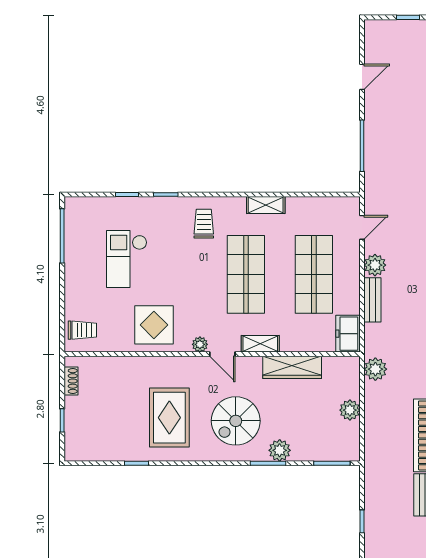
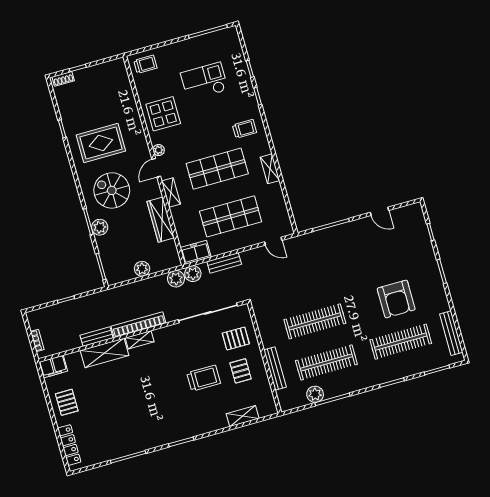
plant: (375, 265) -> (193, 274), moved
trolley: (82, 330) -> (145, 64), turned -90
shoe rack: (71, 381) -> (63, 79), moved

